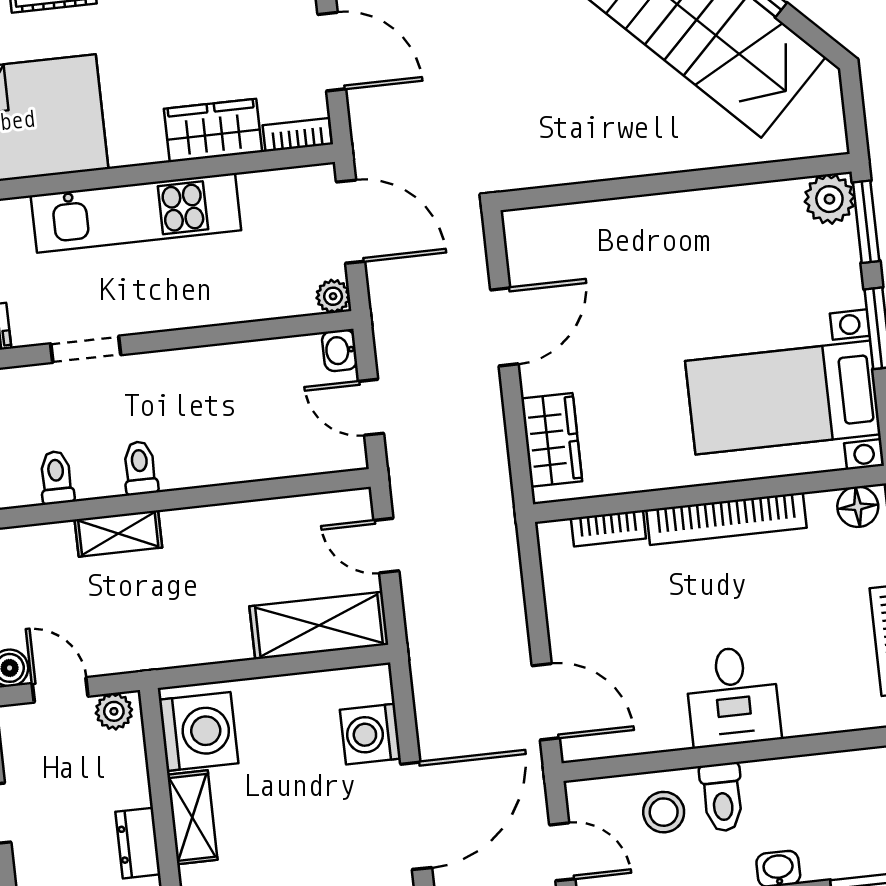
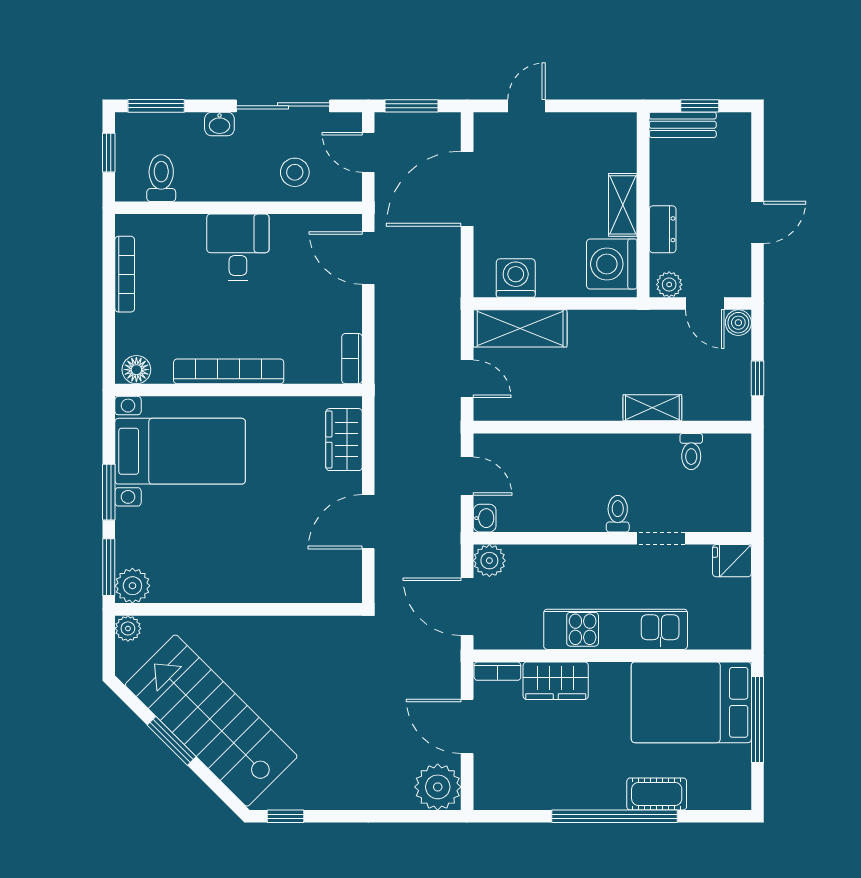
plant: (829, 137) -> (128, 628), added
plant: (333, 296) -> (489, 561), width x1.38, depth x1.38
toilet: (140, 468) -> (618, 514), moved, turned 180
bookcase: (608, 528) -> (352, 359), moved, turned -90
washing machine: (370, 734) -> (516, 278), moved, turned -90
toilet: (722, 797) -> (161, 178), moved
dresser: (138, 843) -> (663, 229), moved

